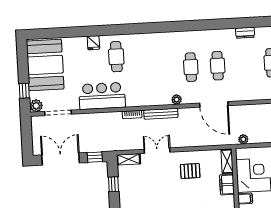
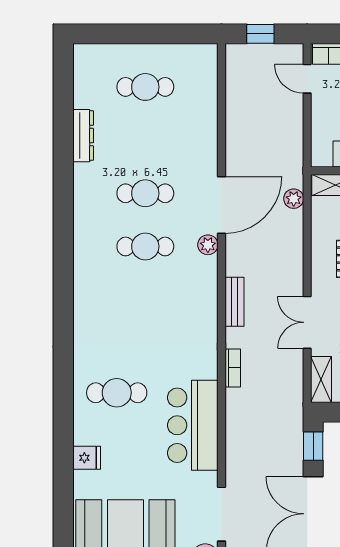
dresser: (245, 33) -> (83, 136), width x1.44
fridge: (93, 43) -> (87, 458), moved
plant: (177, 100) -> (208, 245), moved
bench: (161, 114) -> (234, 302), width x0.73
plant: (243, 139) -> (294, 199), moved

